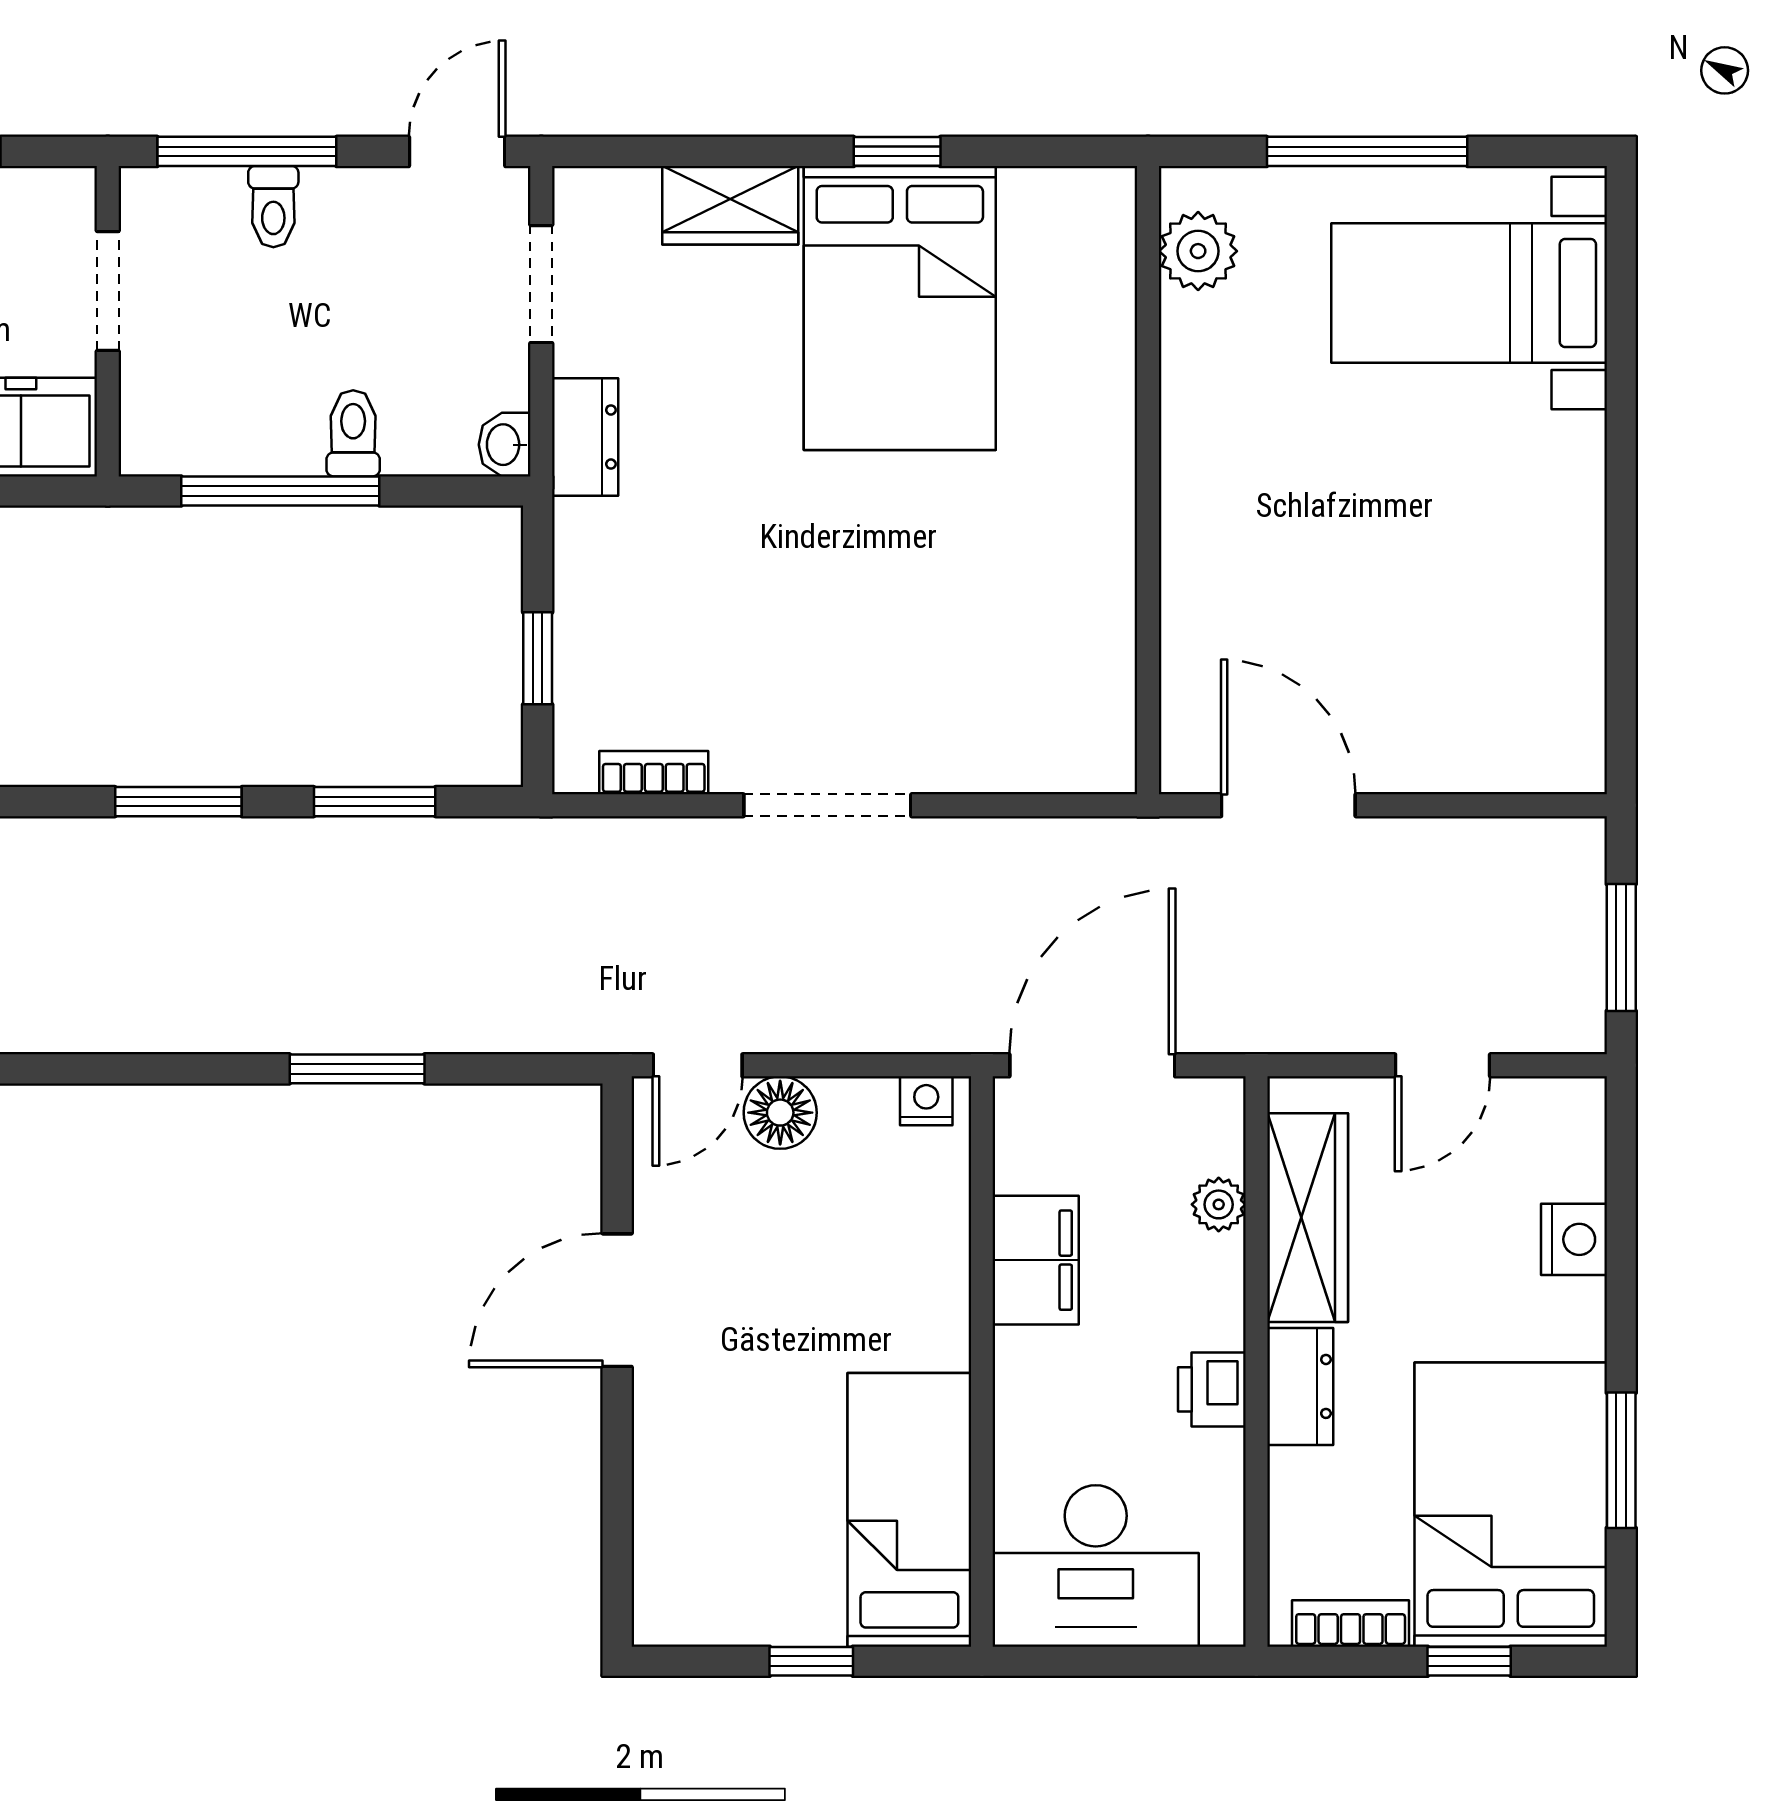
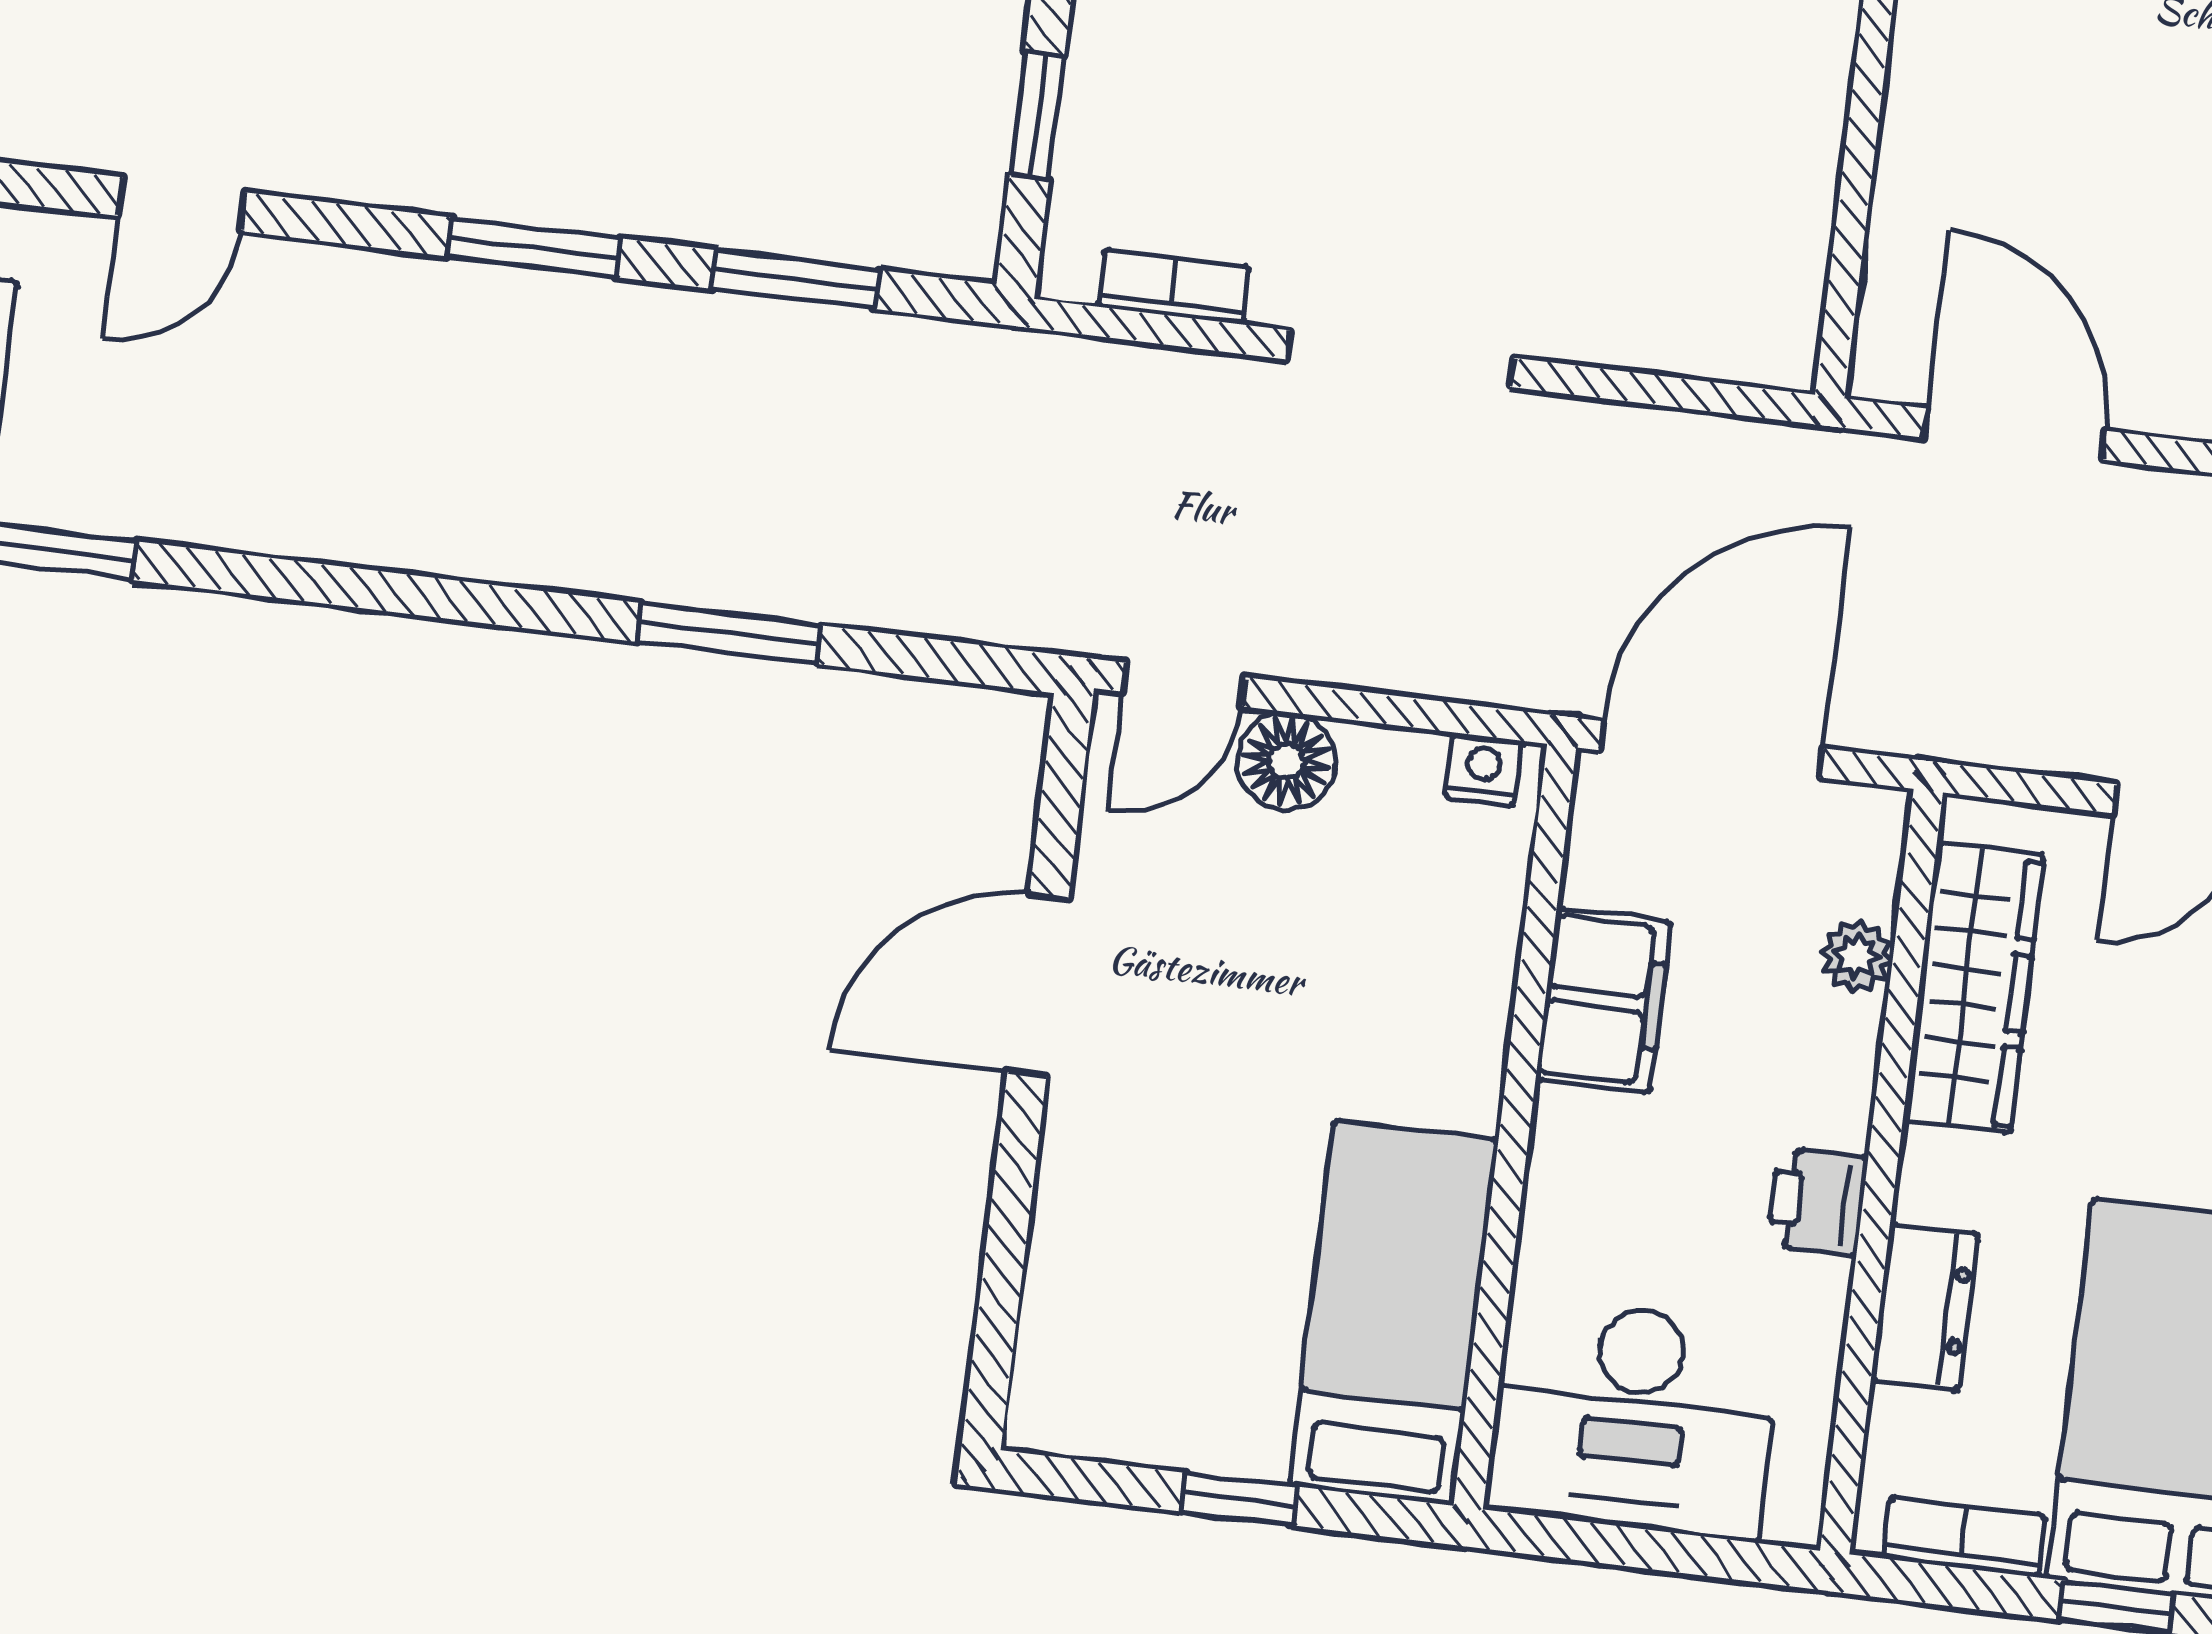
dresser: (1300, 1386) -> (1924, 1307), moved

